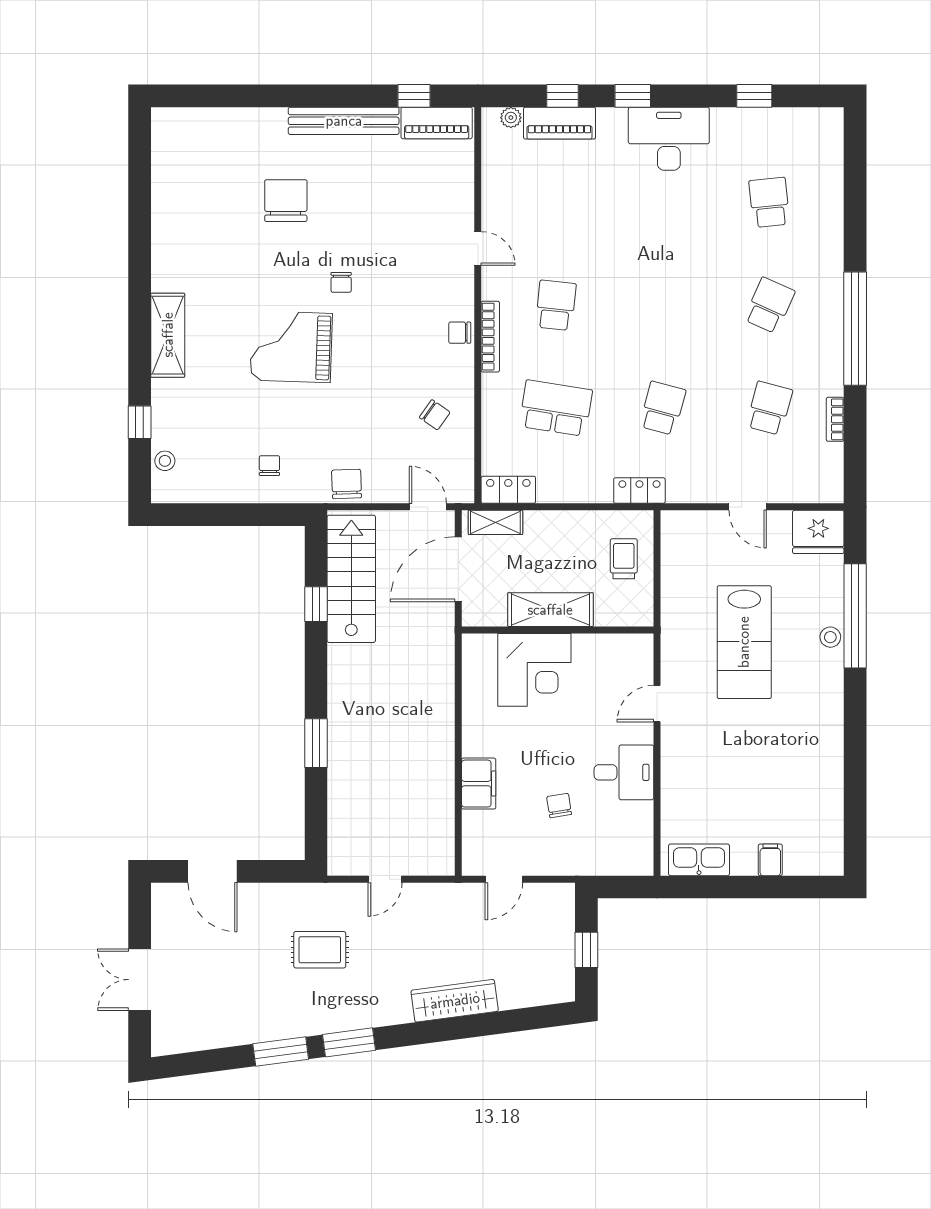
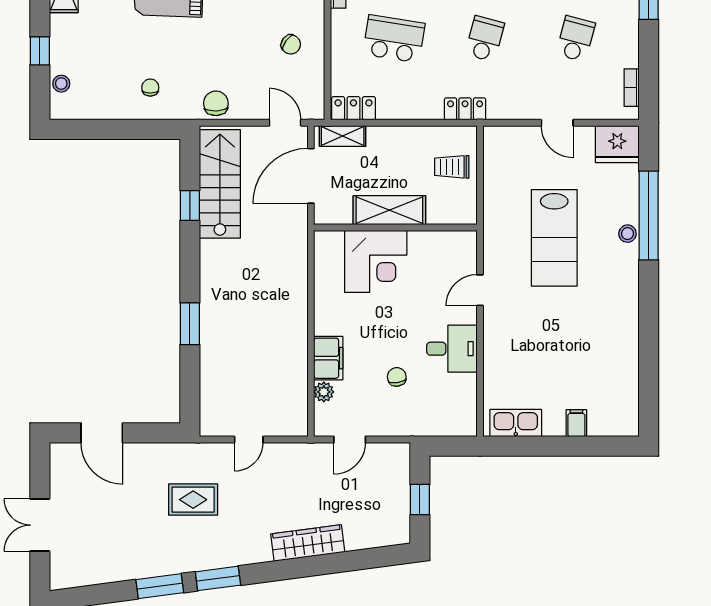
bookcase: (835, 419) -> (632, 88), moved
trolley: (624, 559) -> (452, 167), turned -90
plant: (473, 823) -> (324, 392), added

